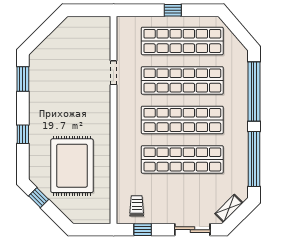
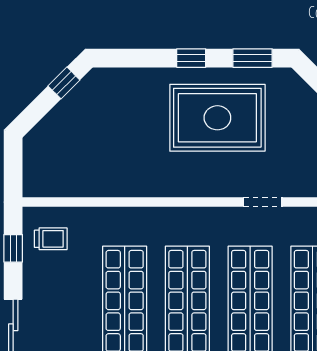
window: (23, 134) -> (191, 58), moved
rug: (72, 166) -> (217, 118), moved

